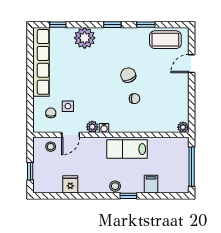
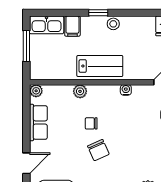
row of seats: (181, 99) -> (38, 122), added
plant: (92, 127) -> (80, 91), moved
window: (192, 167) -> (26, 46), width x0.69
kitchen sink: (174, 185) -> (47, 25), added

